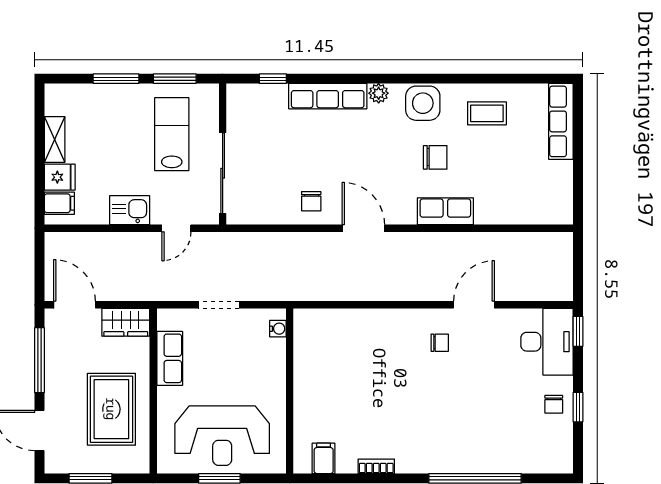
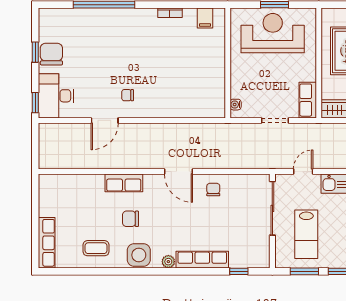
row of seats: (170, 358) -> (308, 100), moved
chair: (554, 404) -> (51, 54), width x1.87, depth x1.87

